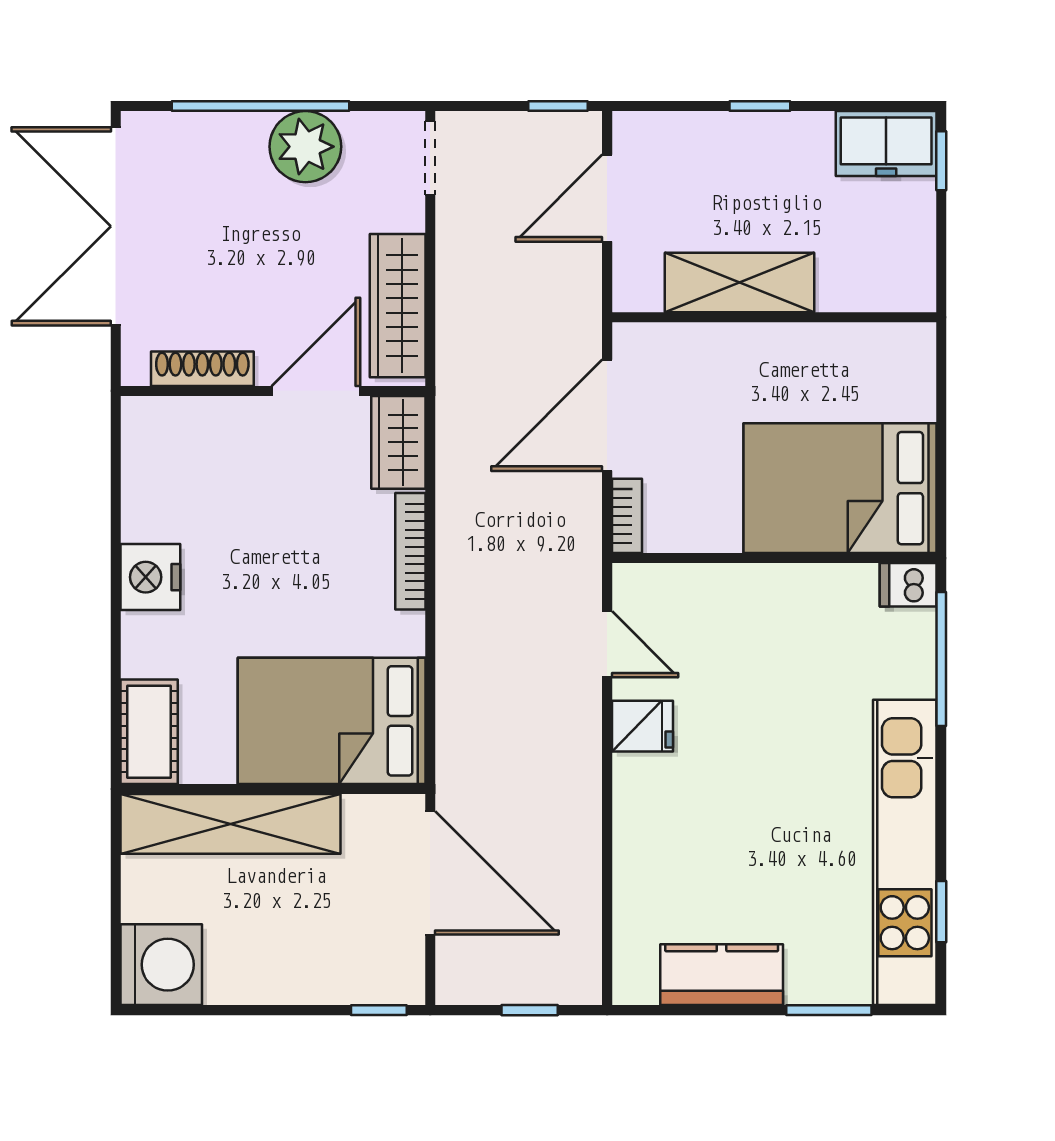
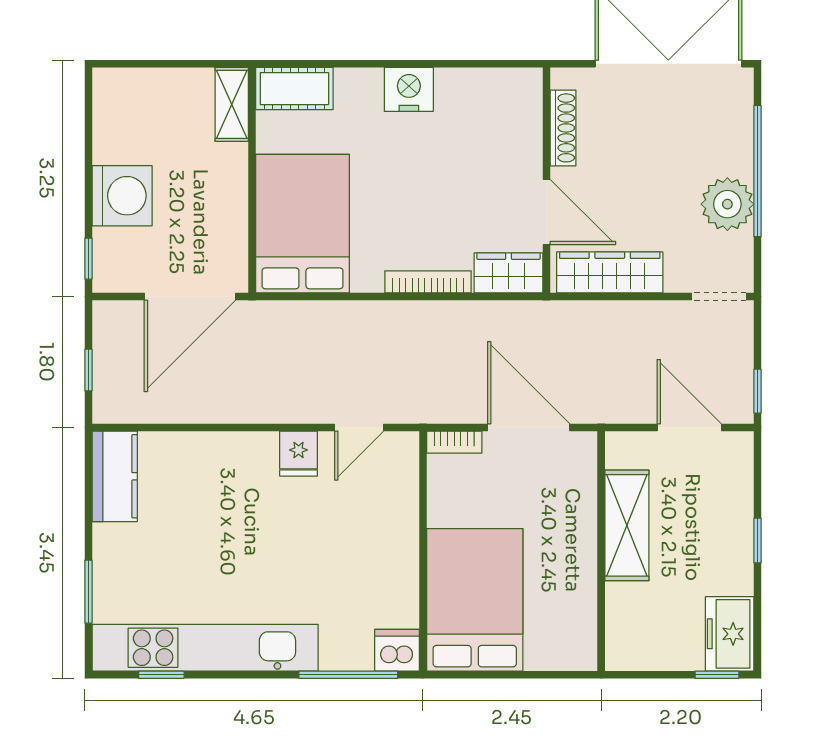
dishwasher: (908, 585) -> (397, 650), width x1.38
shelving: (230, 824) -> (232, 104), width x0.45, depth x0.75
washing machine: (161, 965) -> (122, 196), moved, turned -90
kitchen counter: (722, 975) -> (115, 476), moved

